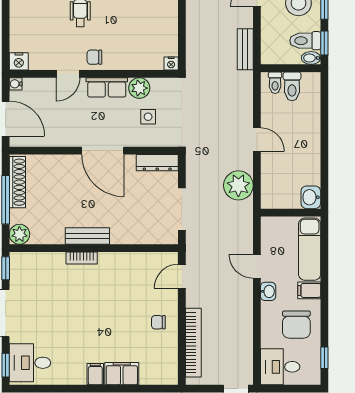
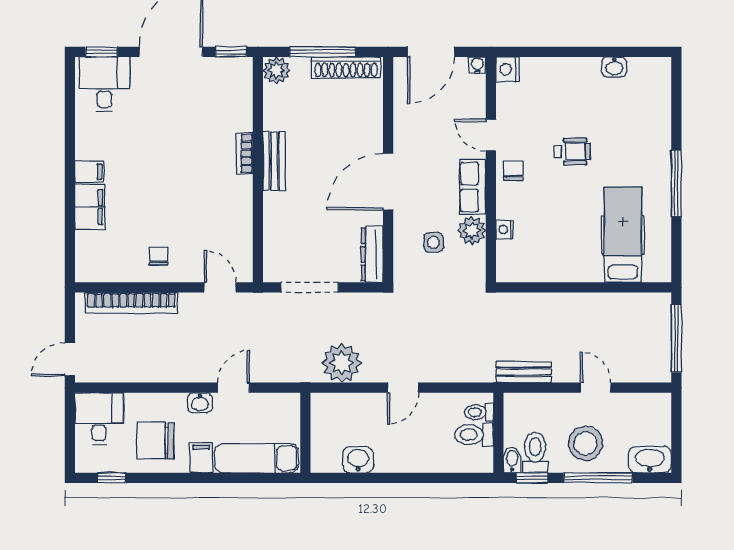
nightstand: (171, 63) -> (505, 230), moved
washbasin: (311, 197) -> (358, 460), moved

